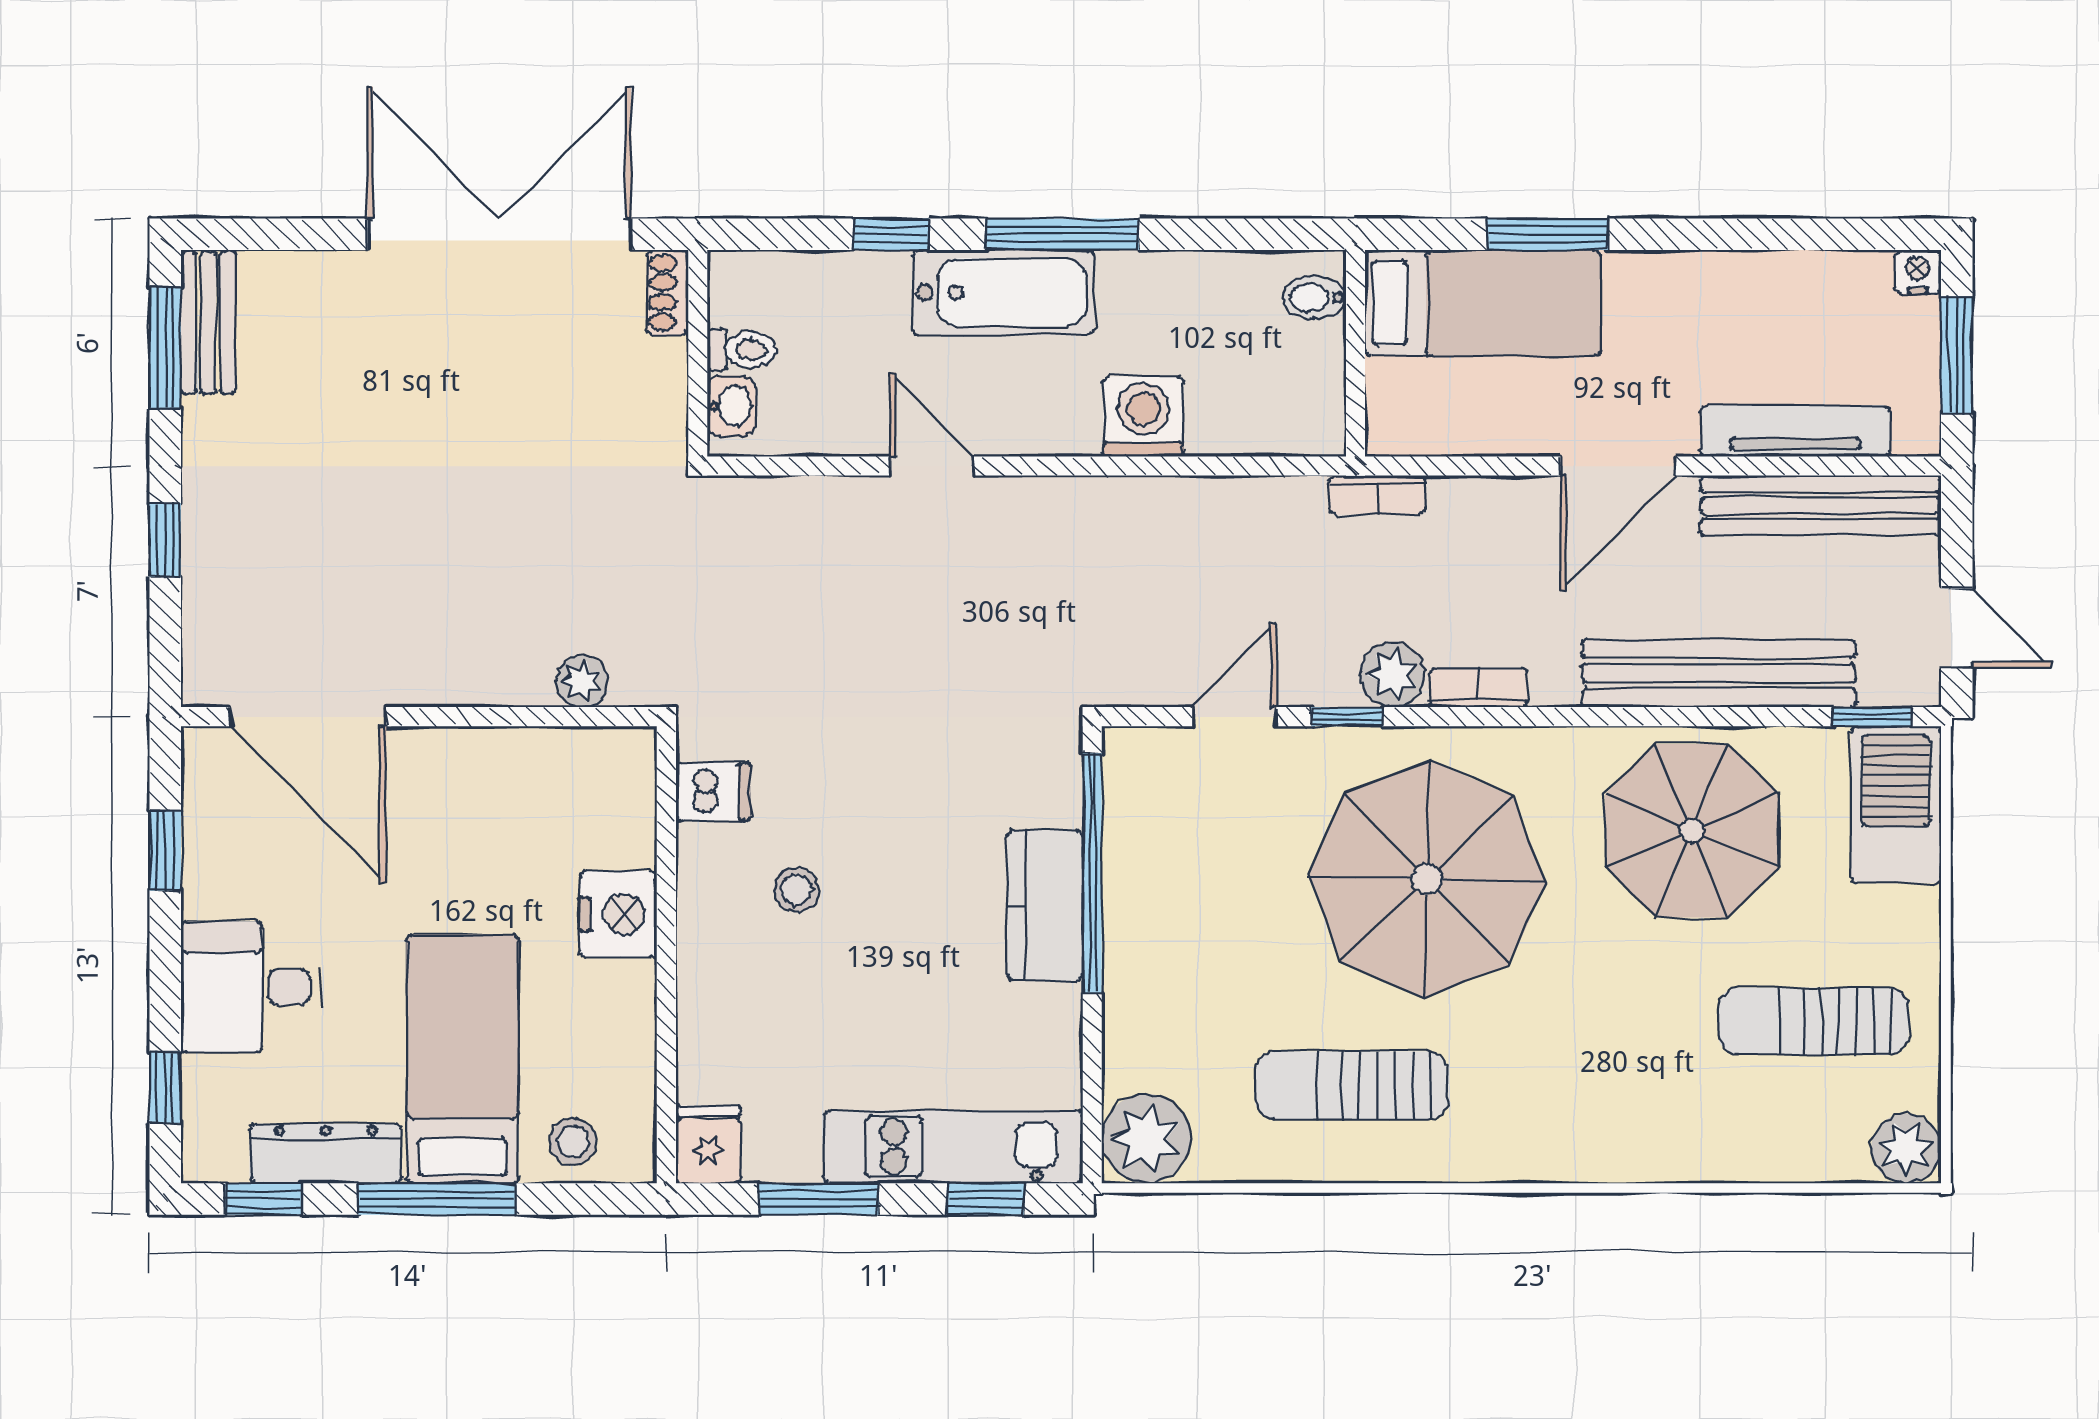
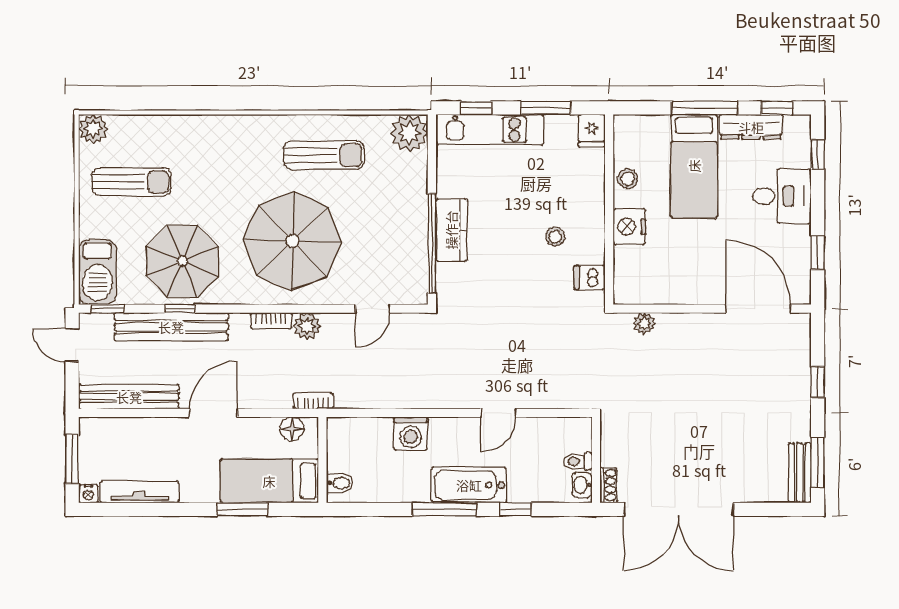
washbasin: (732, 406) -> (582, 485), moved
floor lamp: (1428, 428) -> (292, 429), added
tv unit: (1795, 431) -> (139, 492), moved, turned 180
door: (932, 466) -> (499, 413), hinge flipped
window: (1347, 717) -> (180, 309), moved
stool: (573, 1142) -> (628, 179), moved

